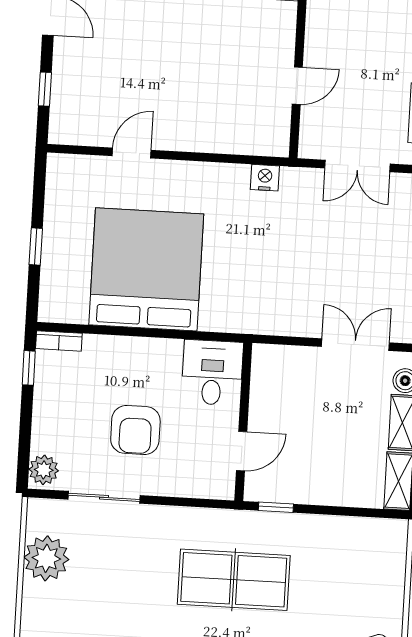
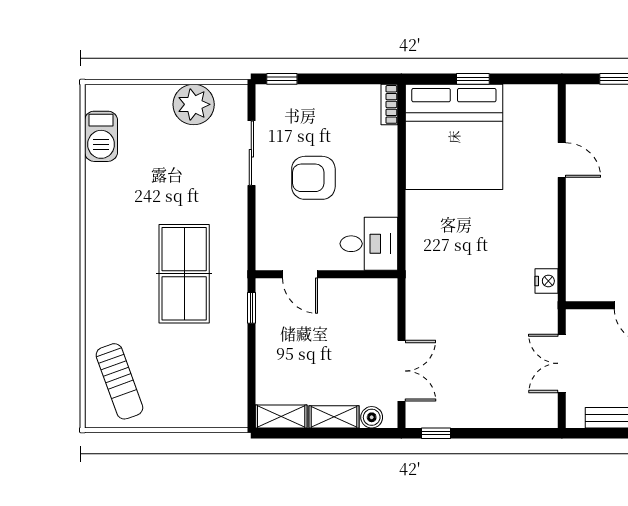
bed: (146, 269) -> (454, 137), moved, turned 90
window: (29, 368) -> (282, 79), moved
plant: (44, 470) -> (273, 98), removed

